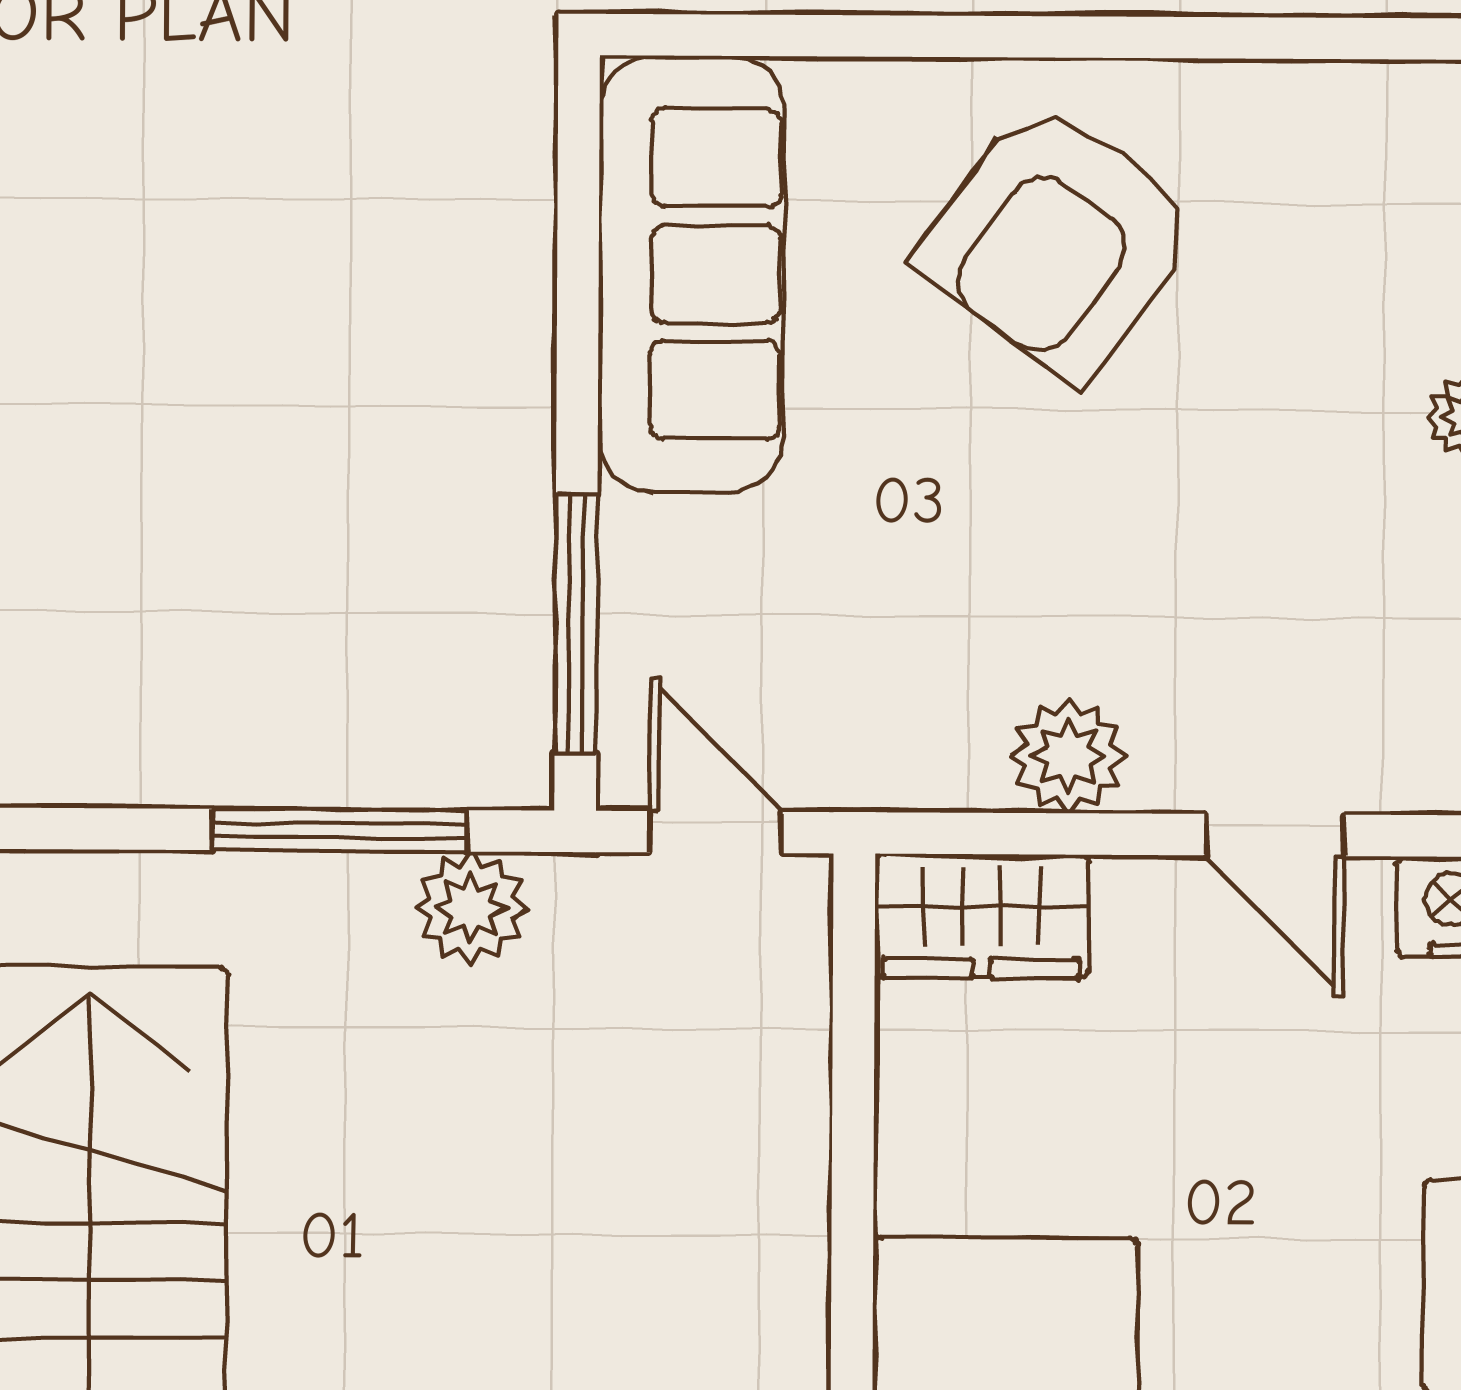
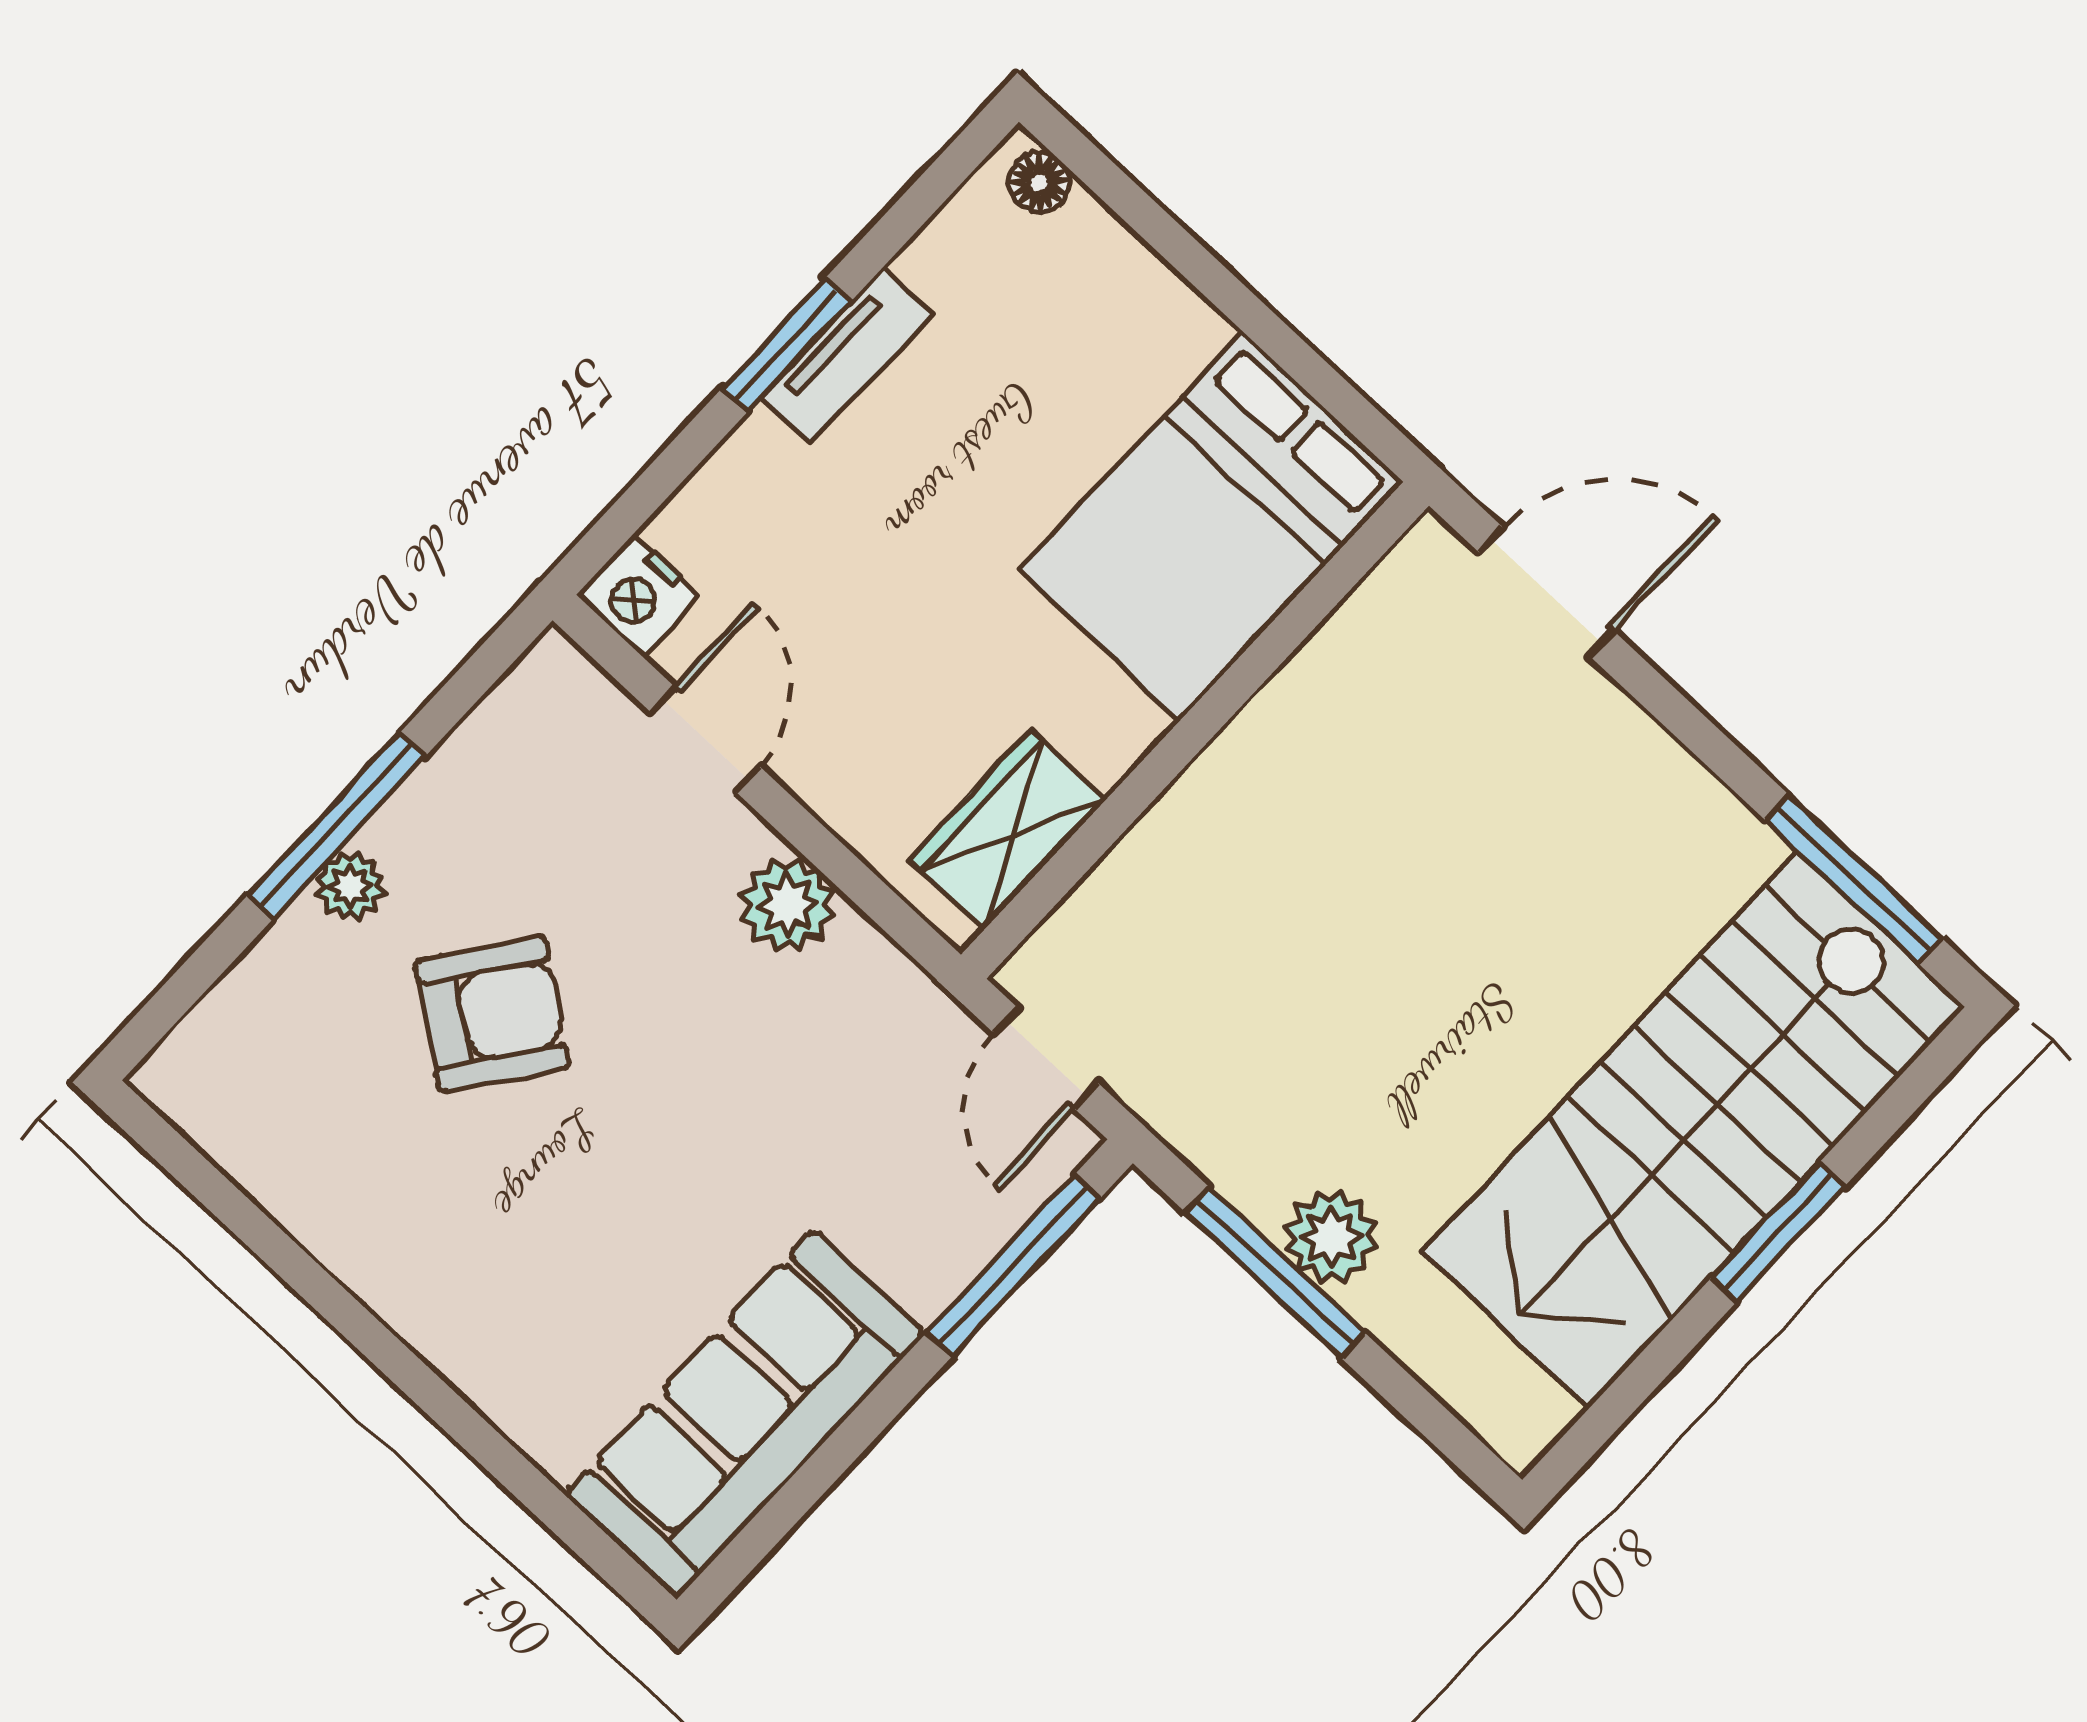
armchair: (1059, 240) -> (492, 1014), moved, width x0.73, depth x0.73
plant: (471, 908) -> (1331, 1237), moved
wardrobe: (981, 916) -> (1008, 829), moved, turned -90

